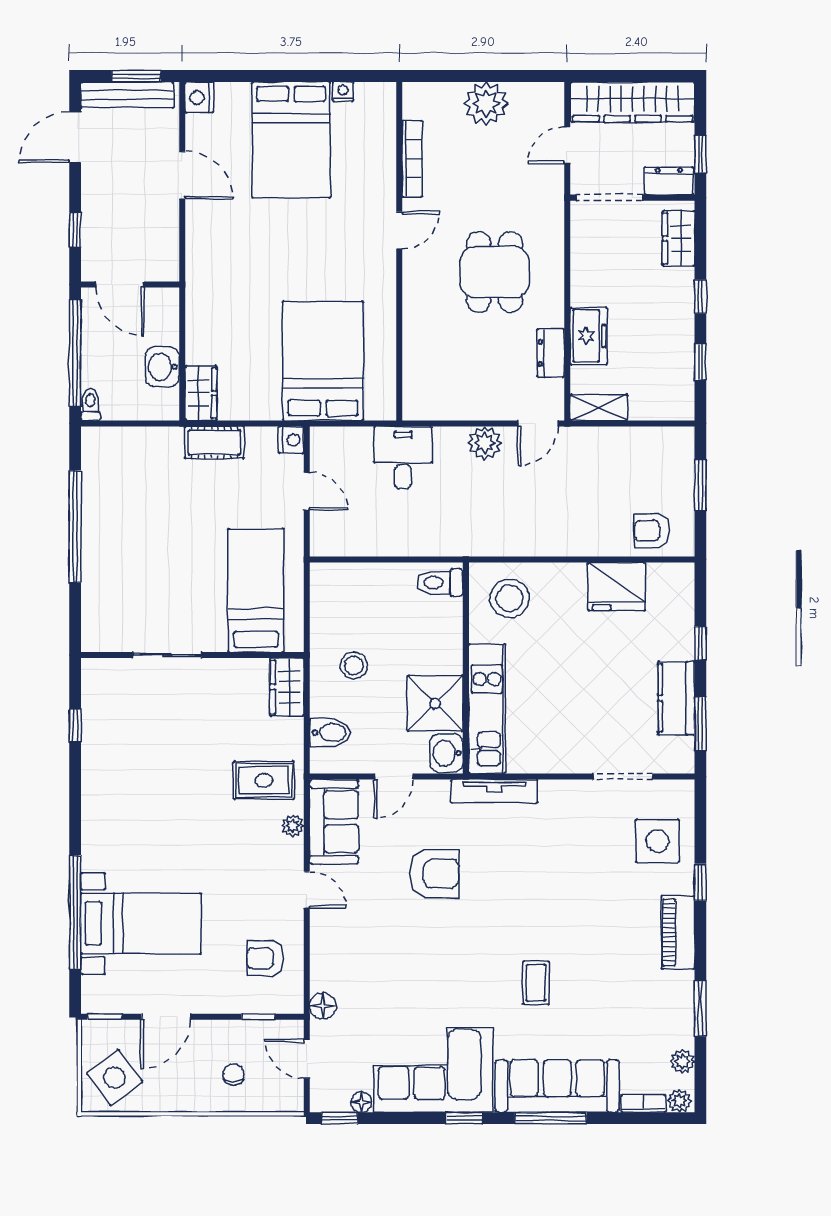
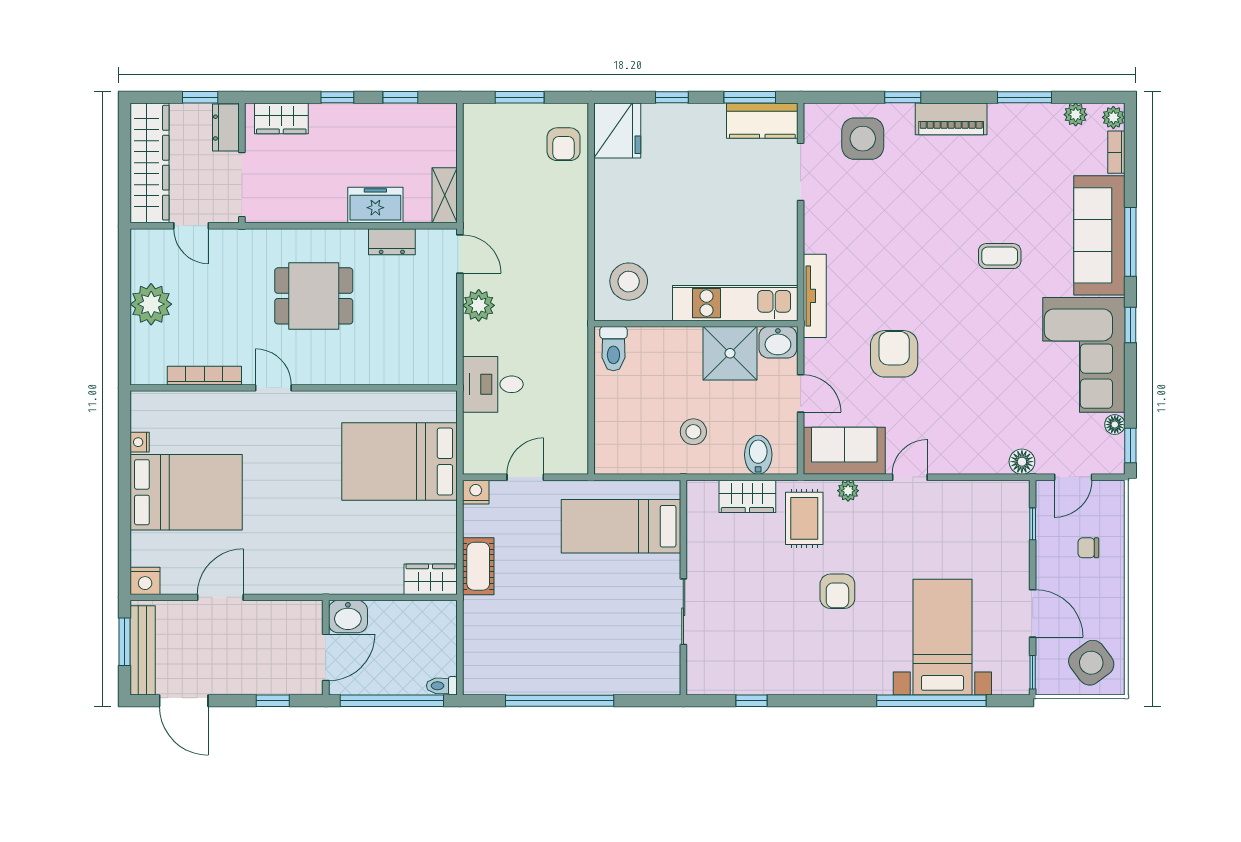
washbasin: (162, 367) -> (348, 617), moved
fridge: (617, 587) -> (617, 130), moved
wardrobe: (287, 687) -> (747, 496), moved
kitchen counter: (676, 698) -> (762, 121), moved
armchair: (265, 958) -> (837, 591), moved

